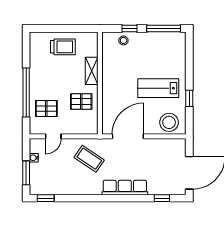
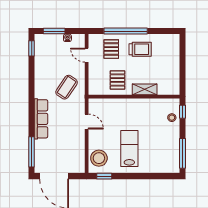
window: (129, 28) -> (182, 112), moved
trolley: (63, 47) -> (140, 49), moved, turned -90
window: (189, 98) -> (104, 176), moved
door: (128, 136) -> (87, 122), width x0.53
window: (162, 198) -> (32, 152), width x2.17

